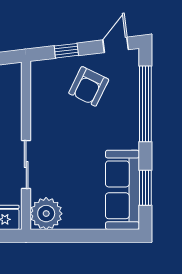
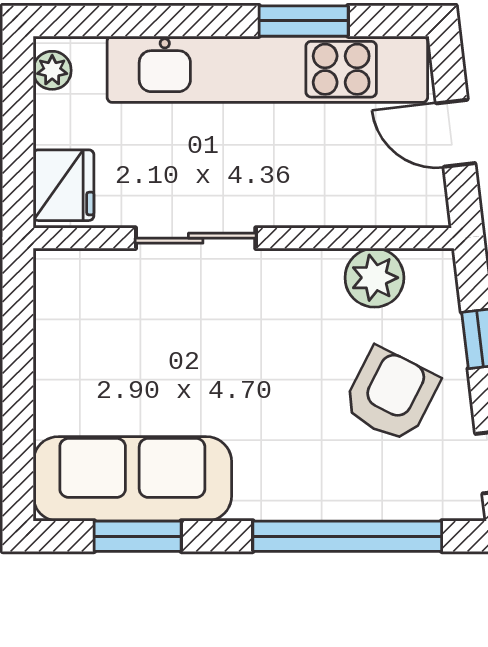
armchair: (89, 86) -> (391, 395), turned 91
plant: (46, 214) -> (374, 278), moved, width x0.73, depth x0.73

